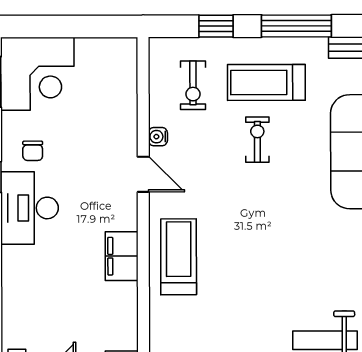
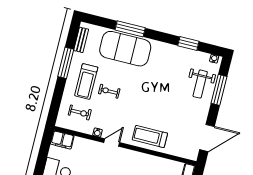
window: (216, 26) -> (57, 97), removed
filing cabinet: (122, 256) -> (62, 140), moved

